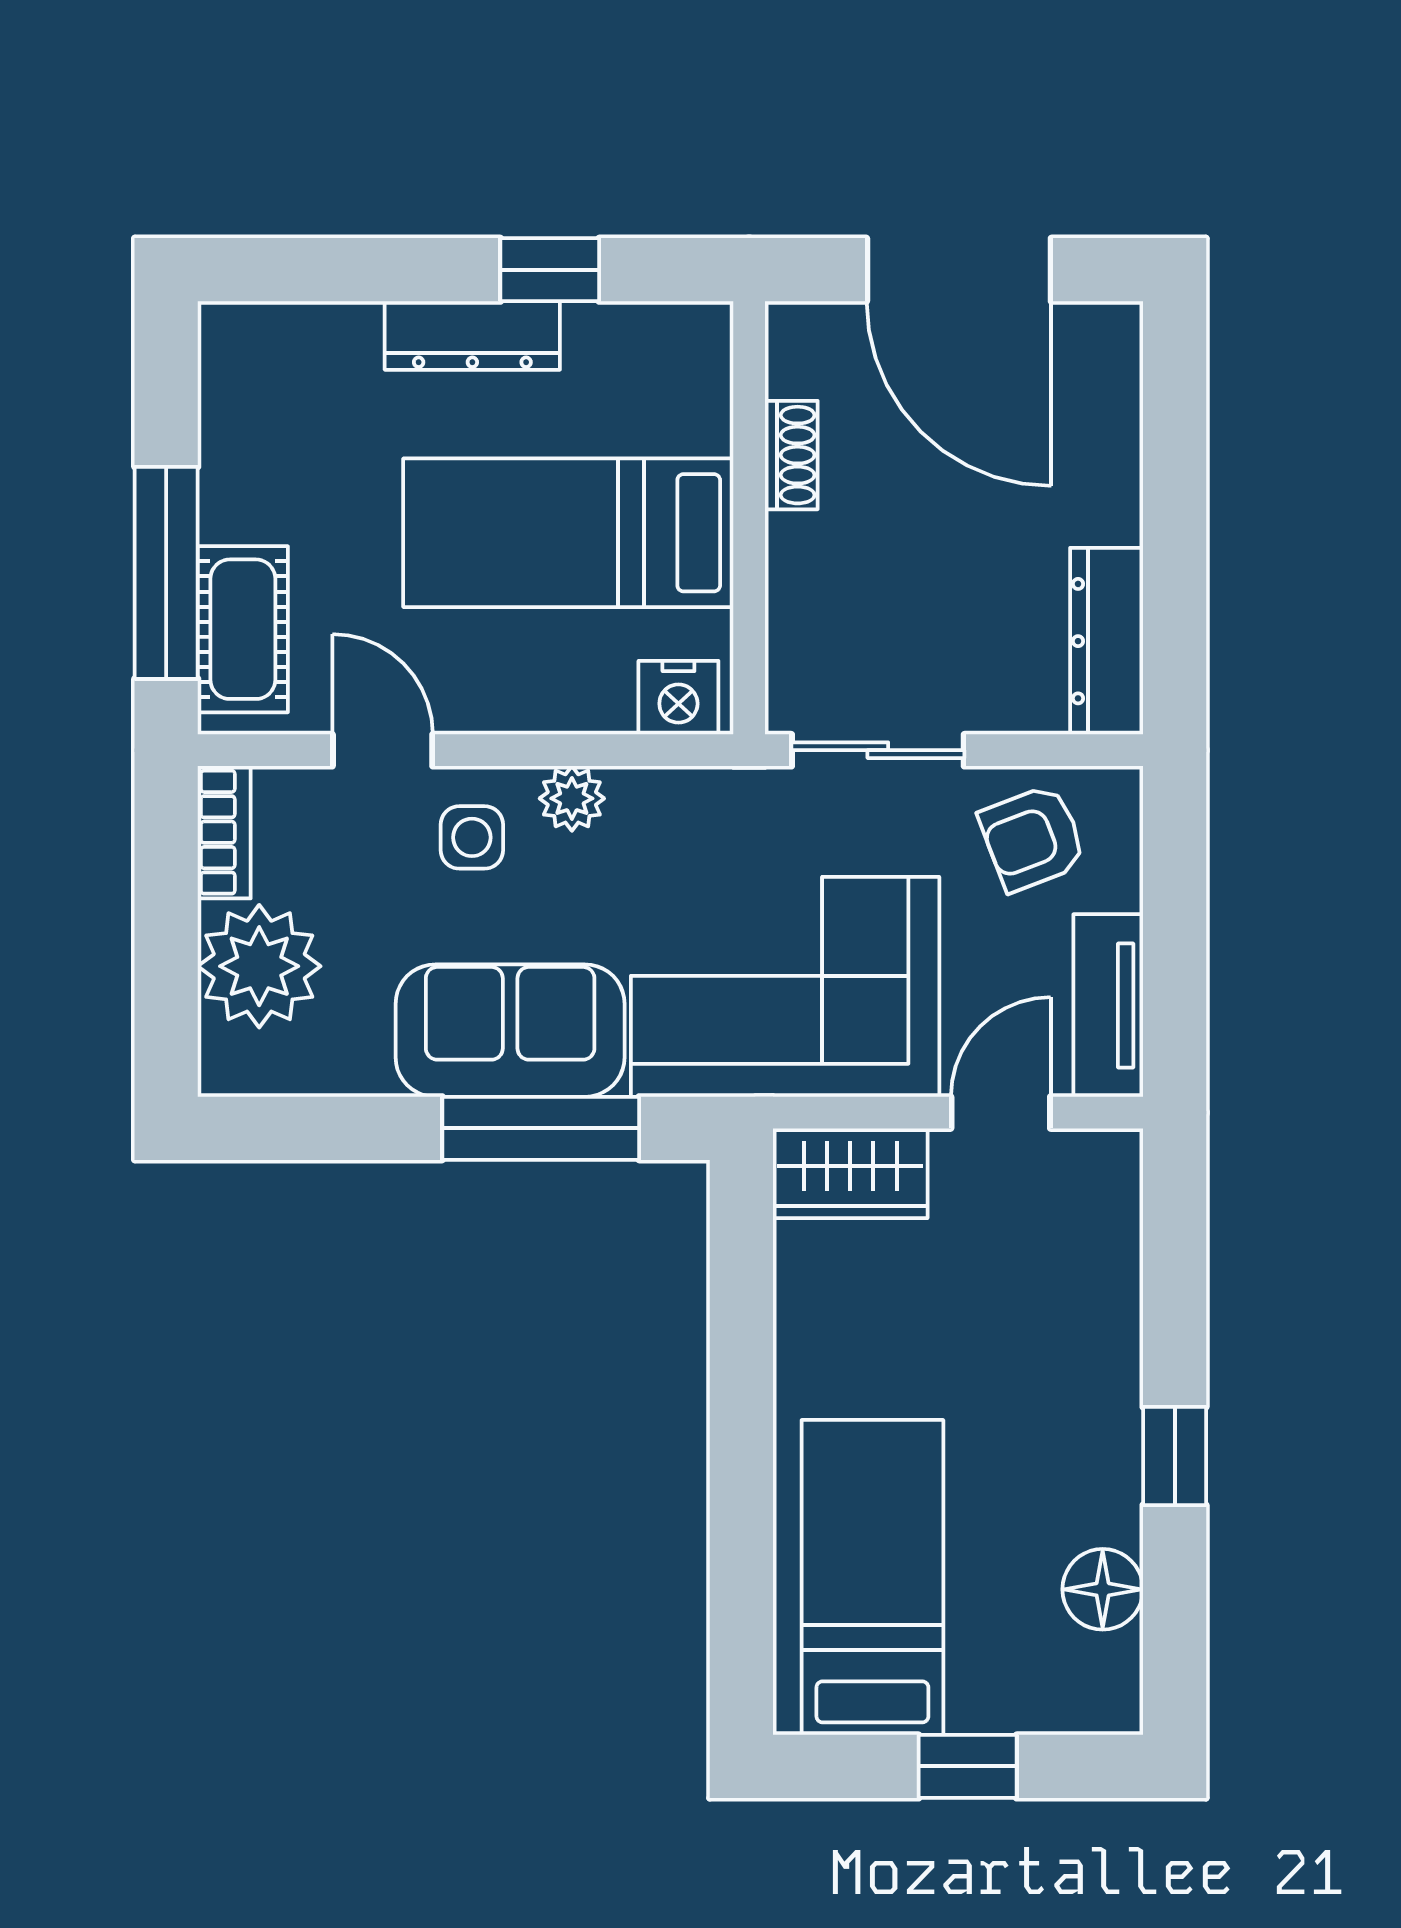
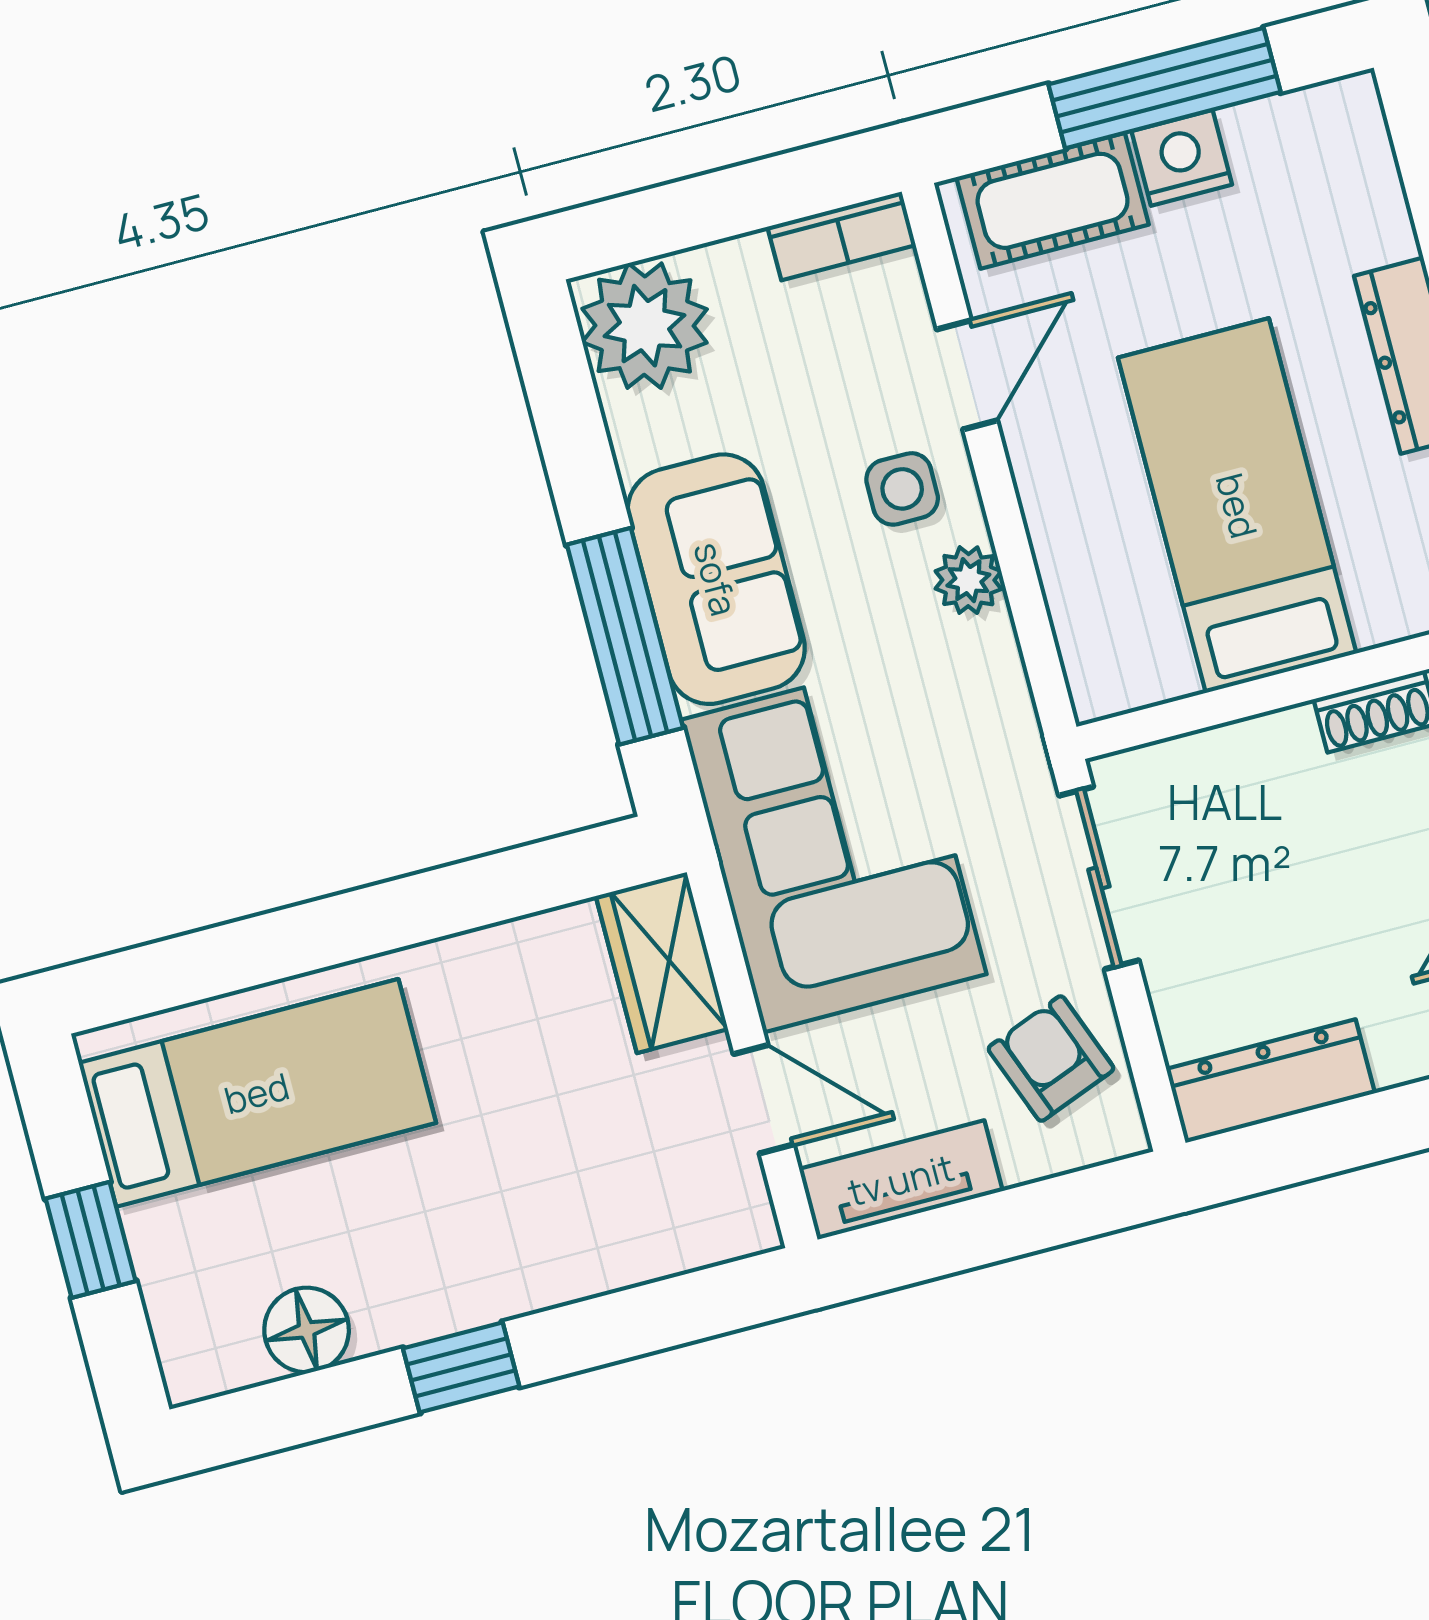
window: (166, 573) -> (1164, 88), moved
nightstand: (678, 698) -> (1182, 158), moved, turned 90
plant: (259, 966) -> (644, 326), moved

